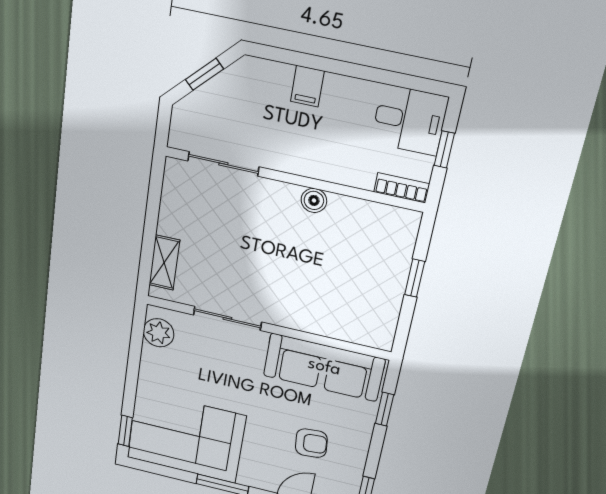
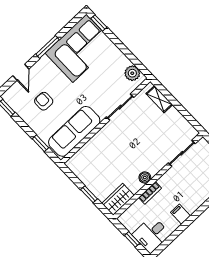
filing cabinet: (307, 86) -> (180, 214), moved
bookcase: (402, 188) -> (150, 193), moved
wardrobe: (388, 222) -> (118, 199), added
armchair: (311, 443) -> (44, 101), turned 95

